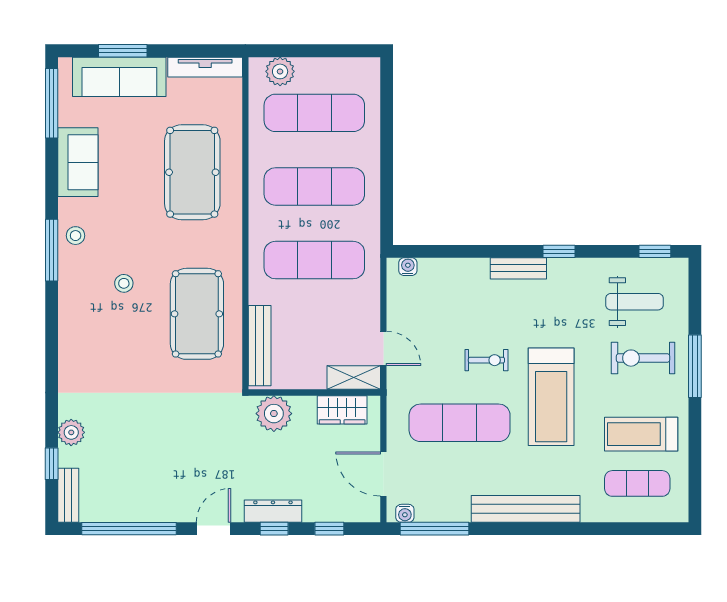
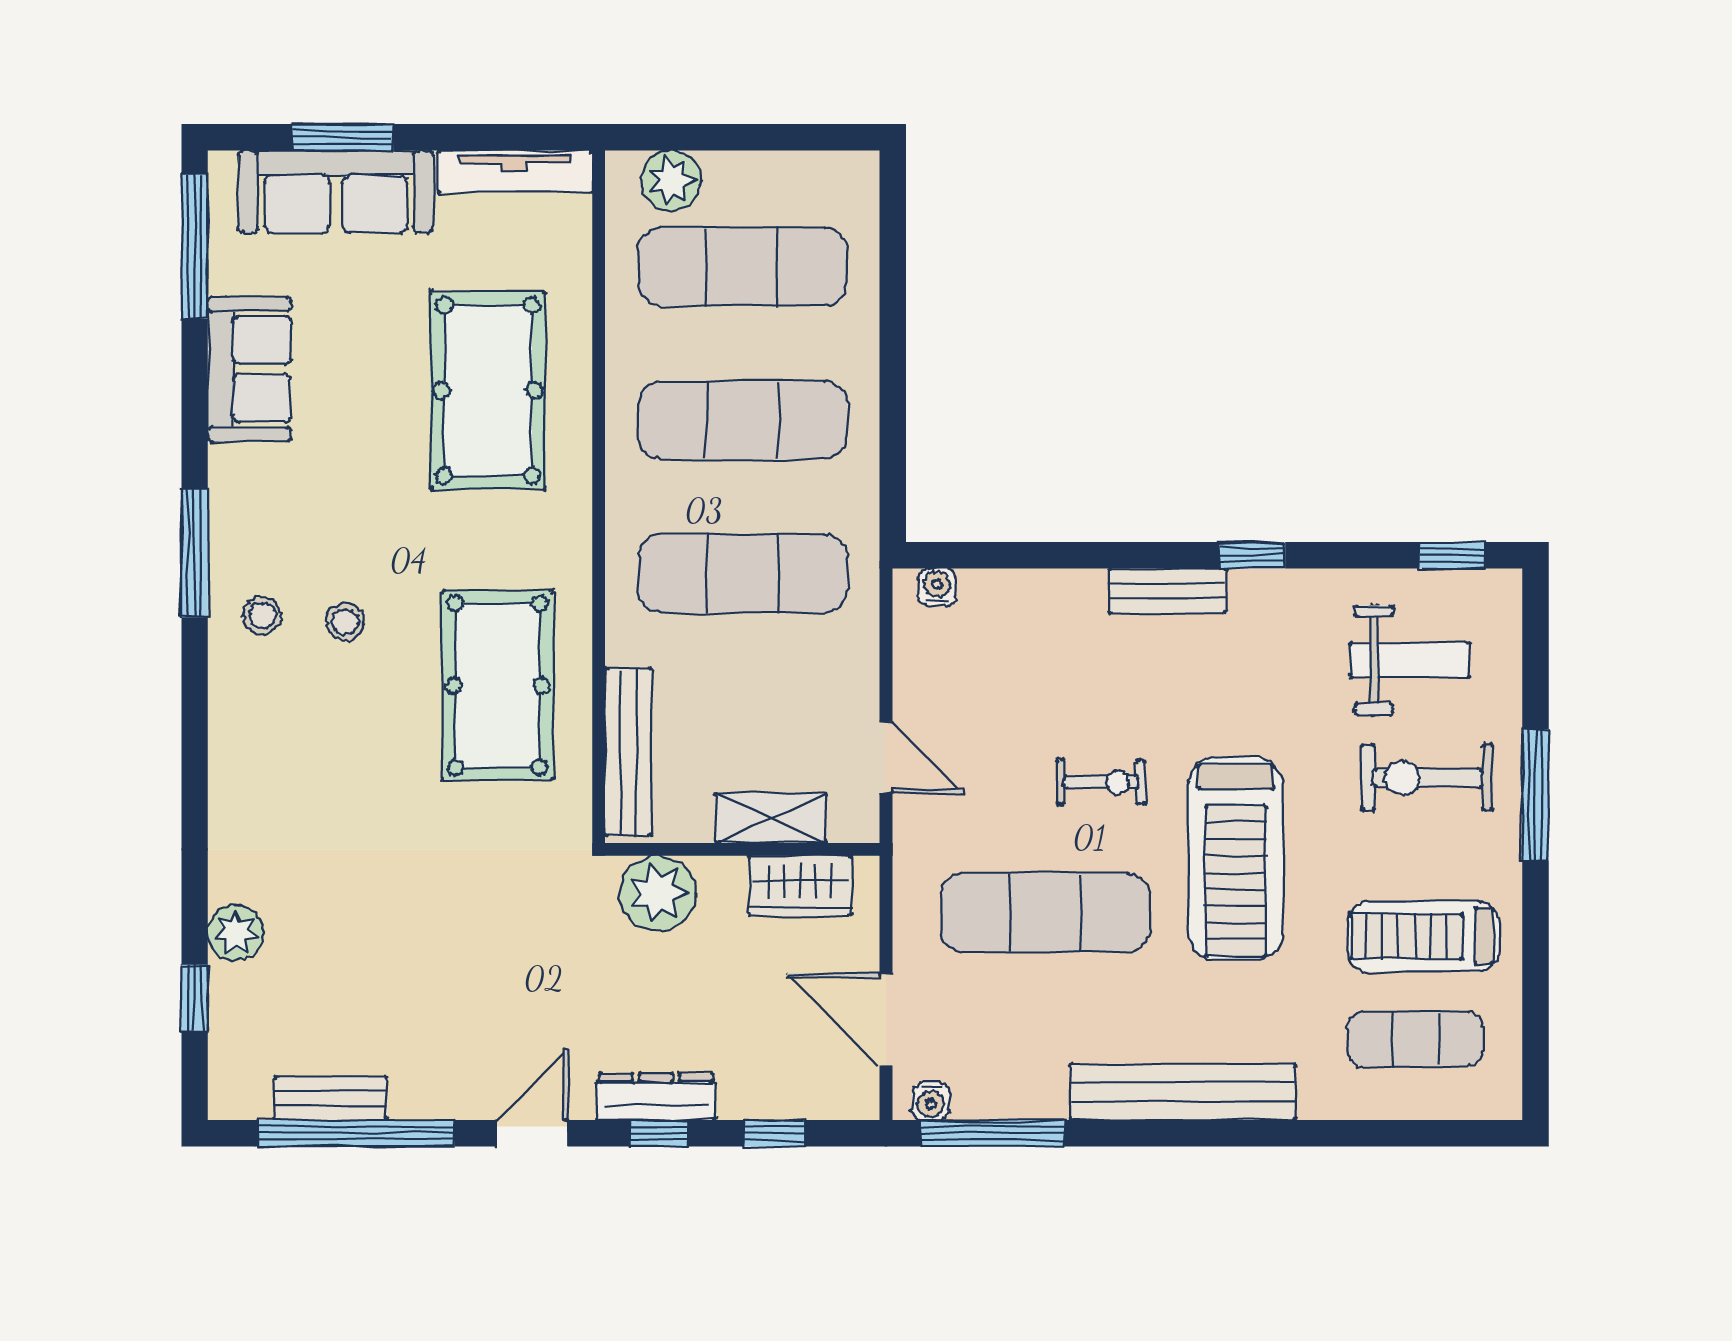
stool: (76, 236) -> (262, 616), moved
shelving: (354, 378) -> (771, 818), moved
bench: (68, 495) -> (331, 1099), moved, turned 90

